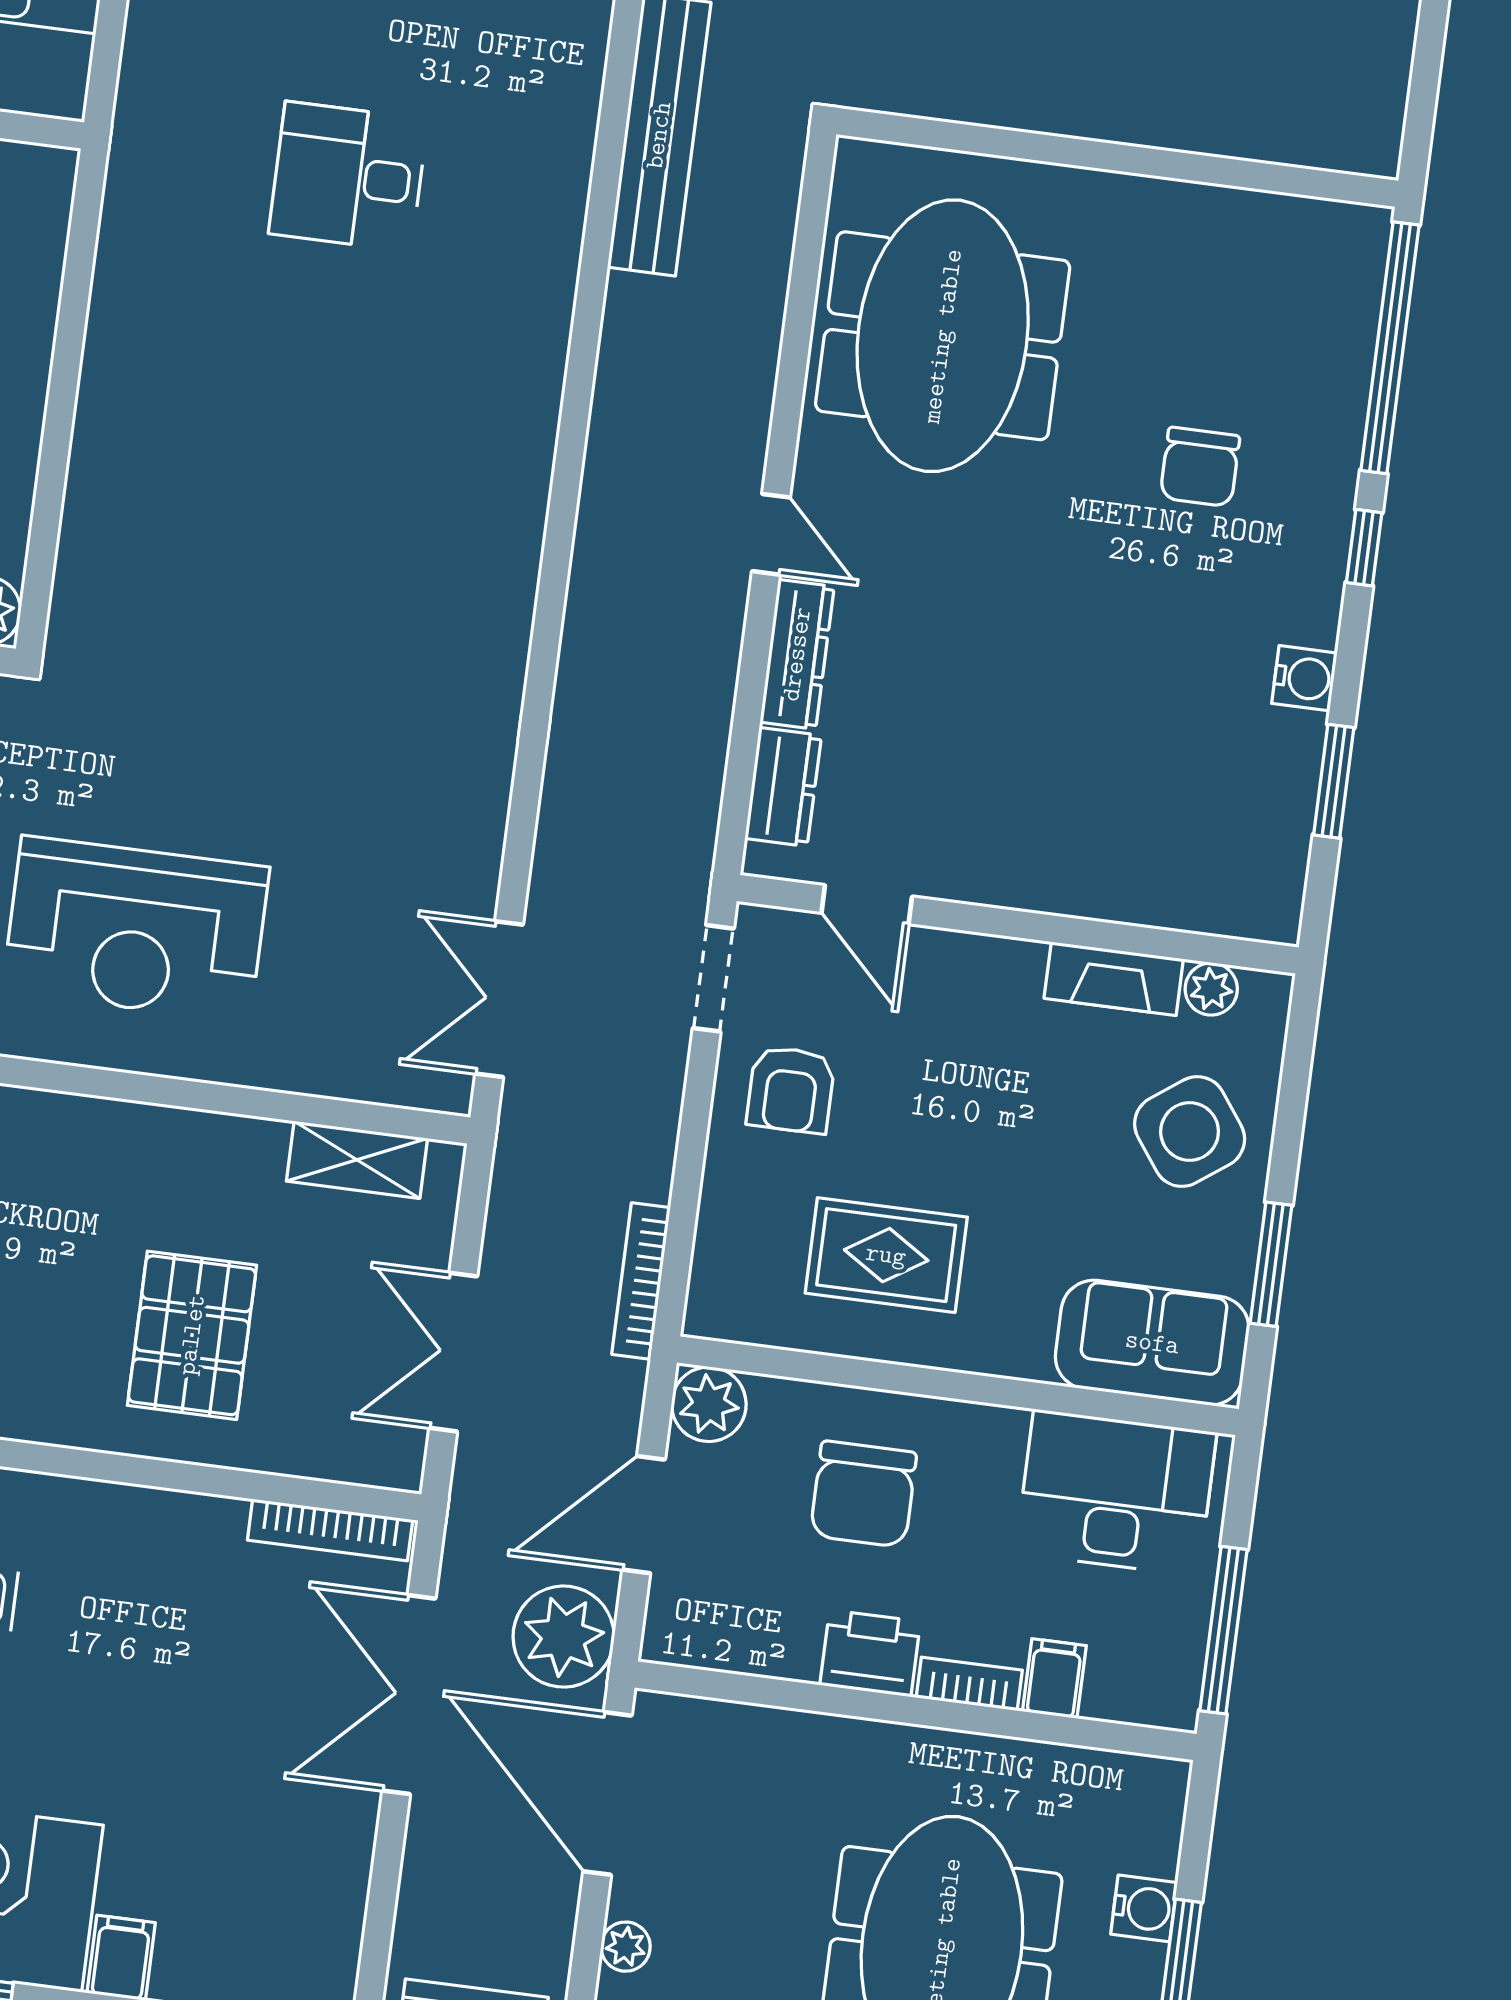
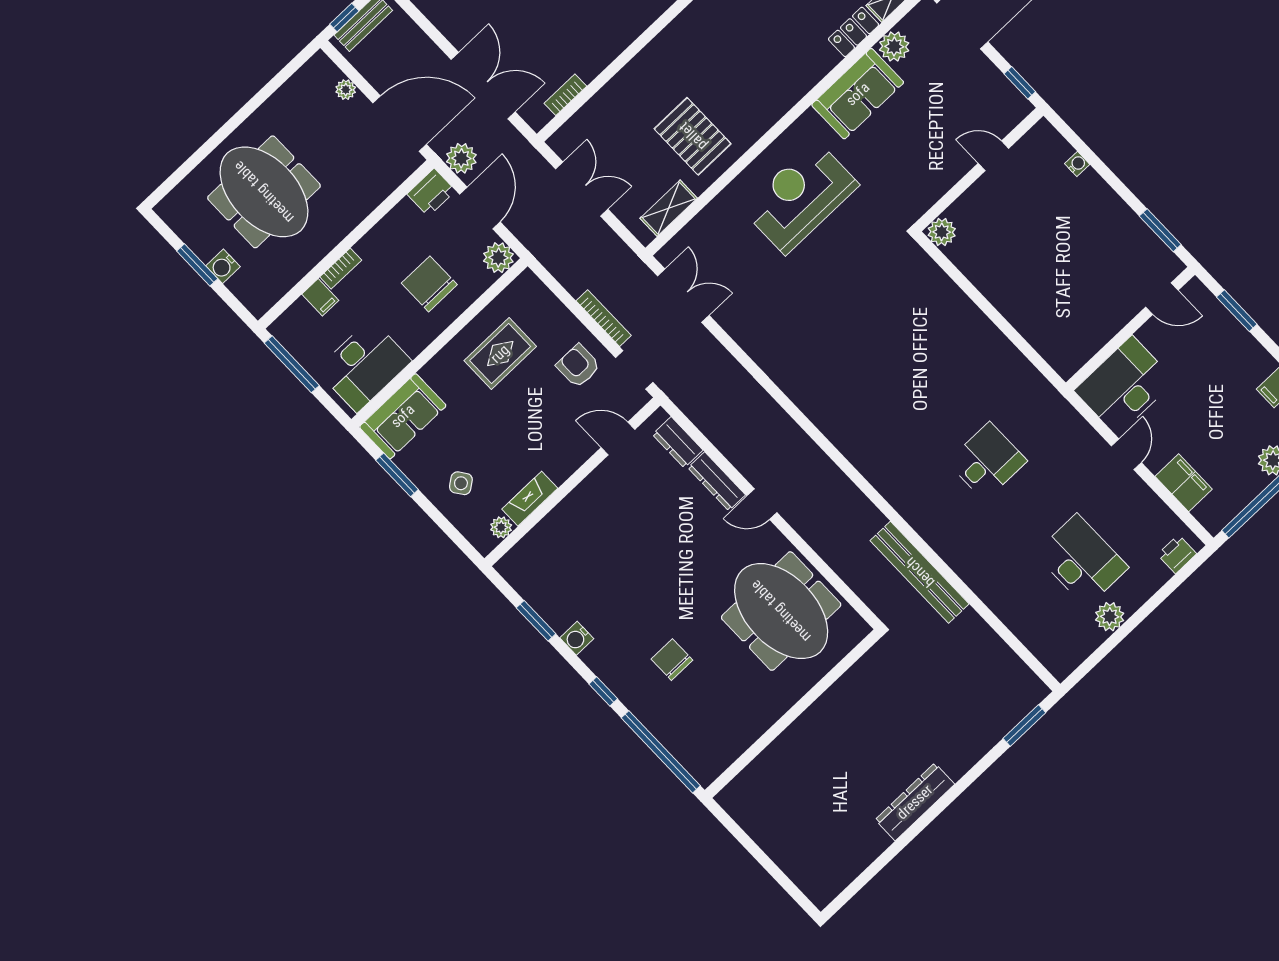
side table: (1190, 1132) -> (461, 483), width x0.54, depth x0.54
bookcase: (641, 1281) -> (604, 318), moved
pallet: (192, 1335) -> (693, 136), moved
bookcase: (330, 1530) -> (565, 95), width x0.64
plant: (564, 1637) -> (461, 158), width x0.73, depth x0.73
printer: (870, 1653) -> (431, 192), moved

